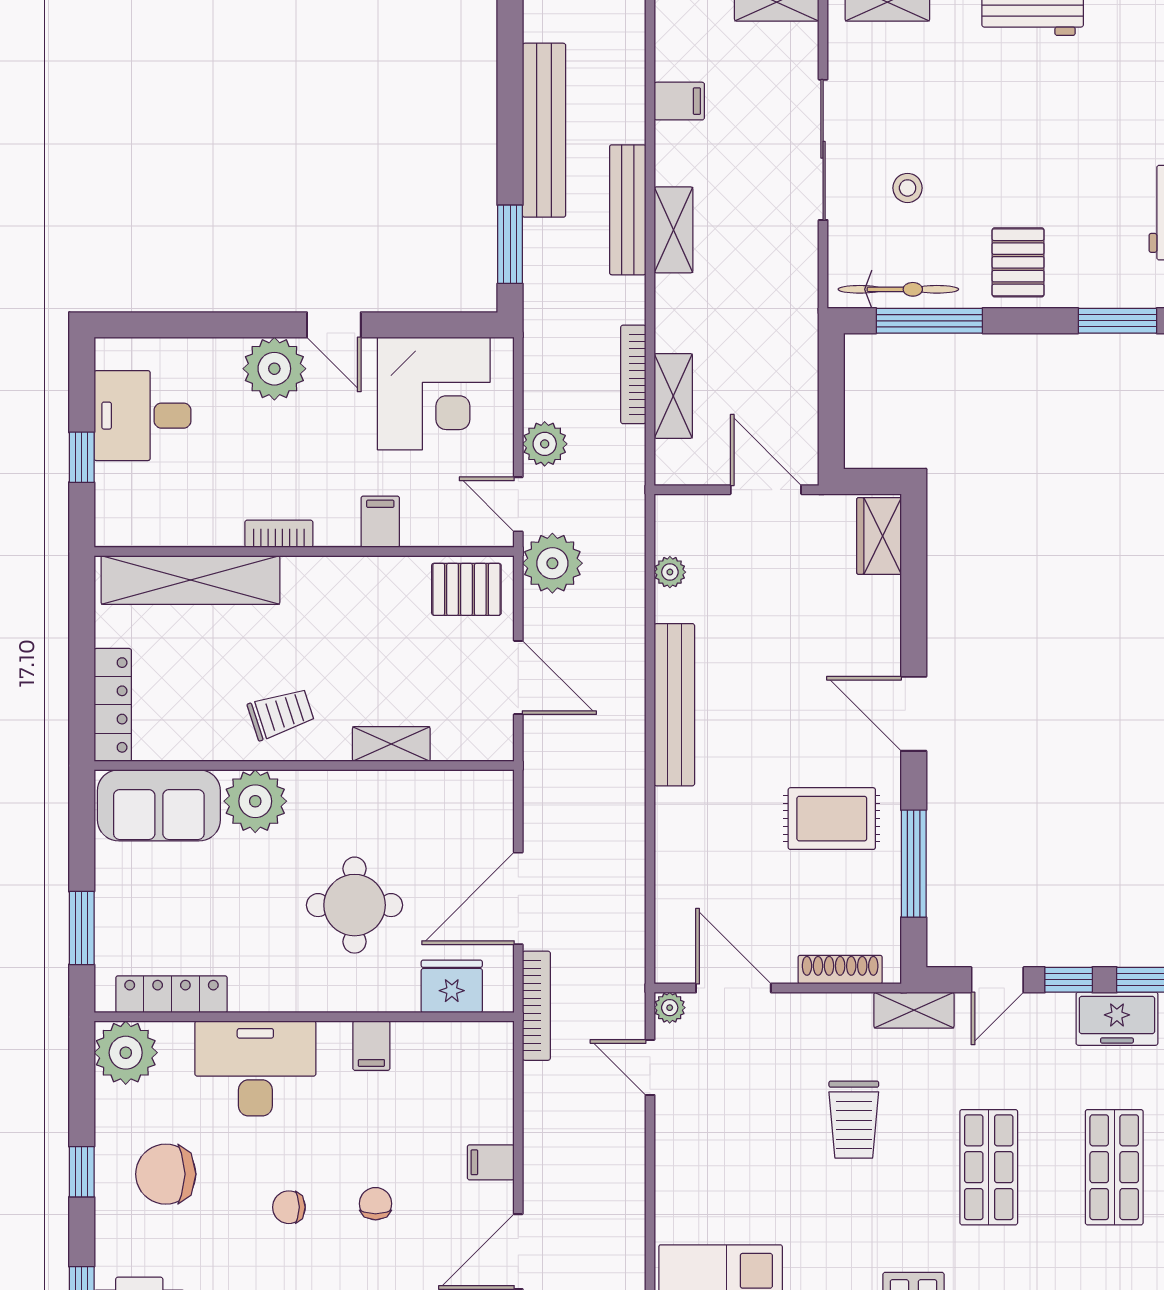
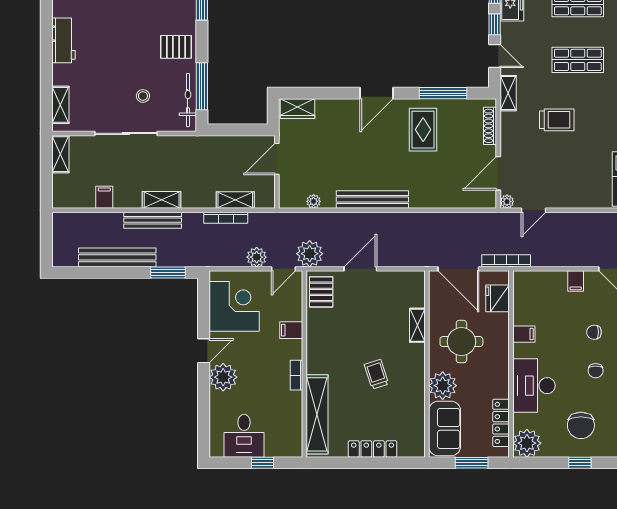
shelving: (391, 744) -> (417, 325), moved
wall: (304, 766) -> (427, 364), moved
plant: (255, 801) -> (443, 386), moved
sofa: (159, 805) -> (445, 428), moved

